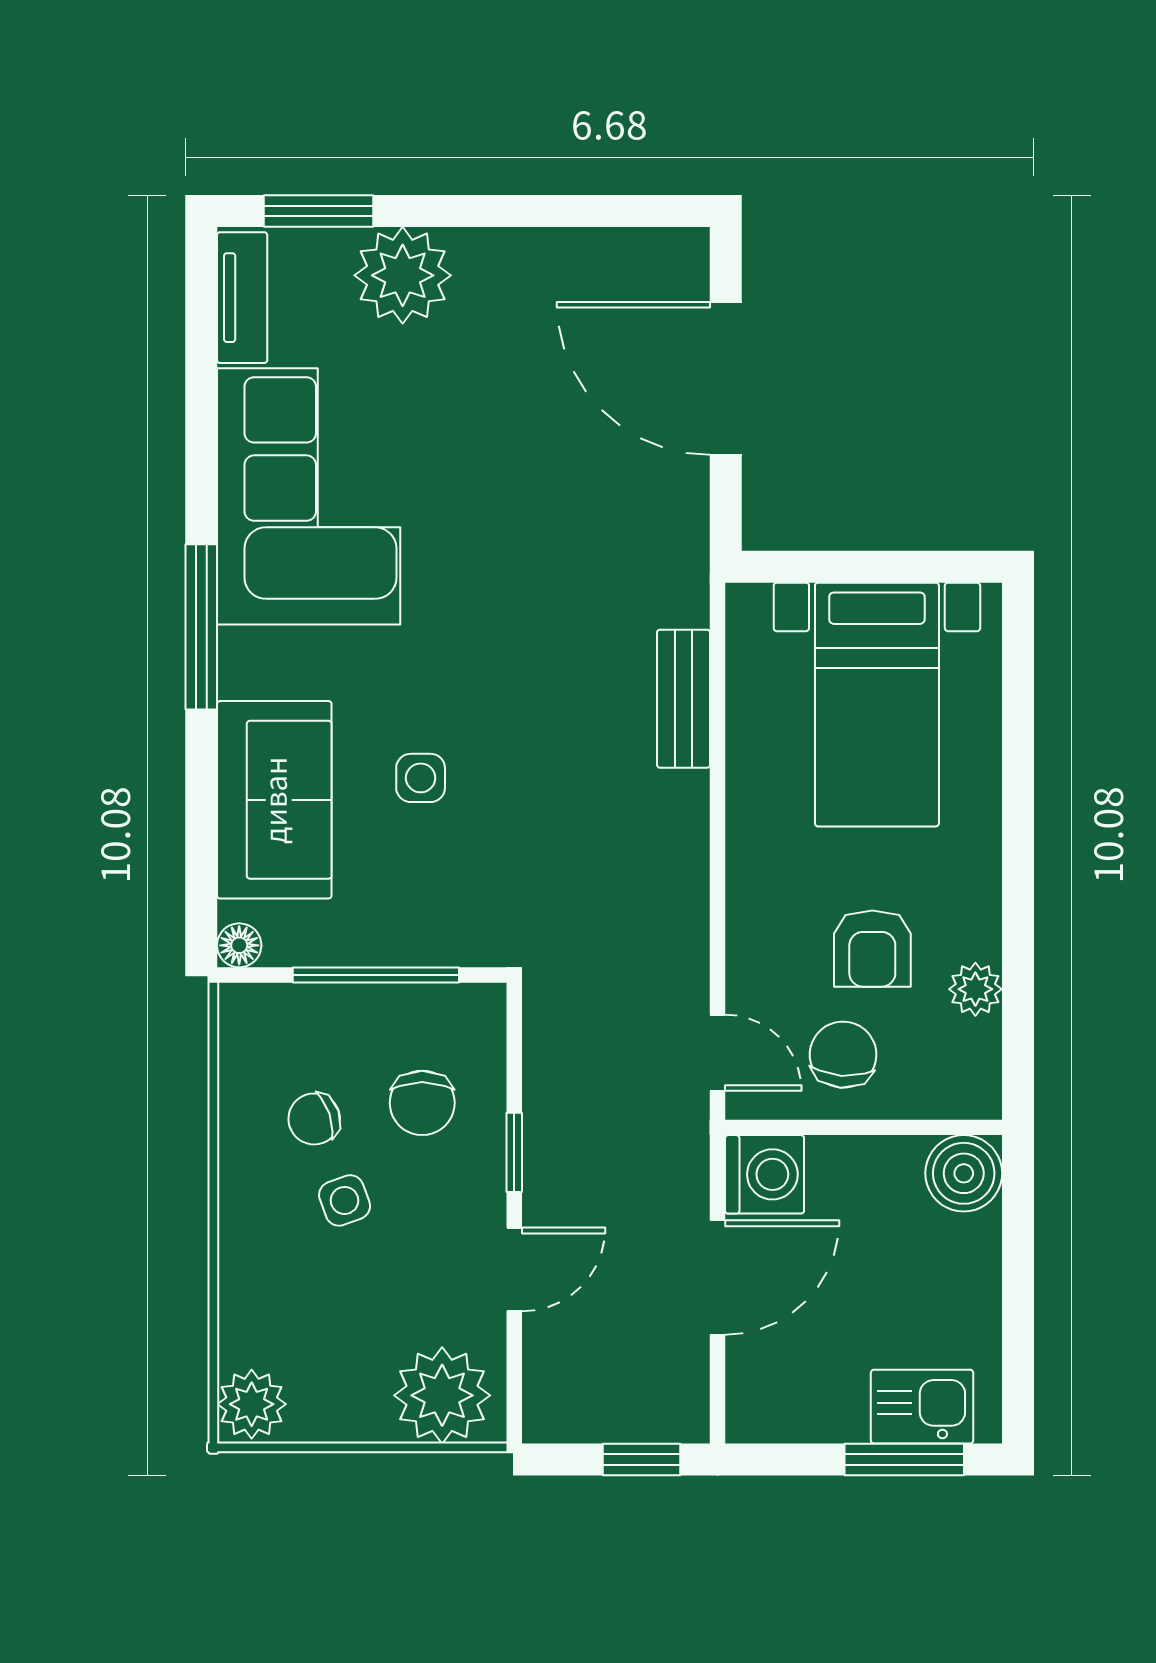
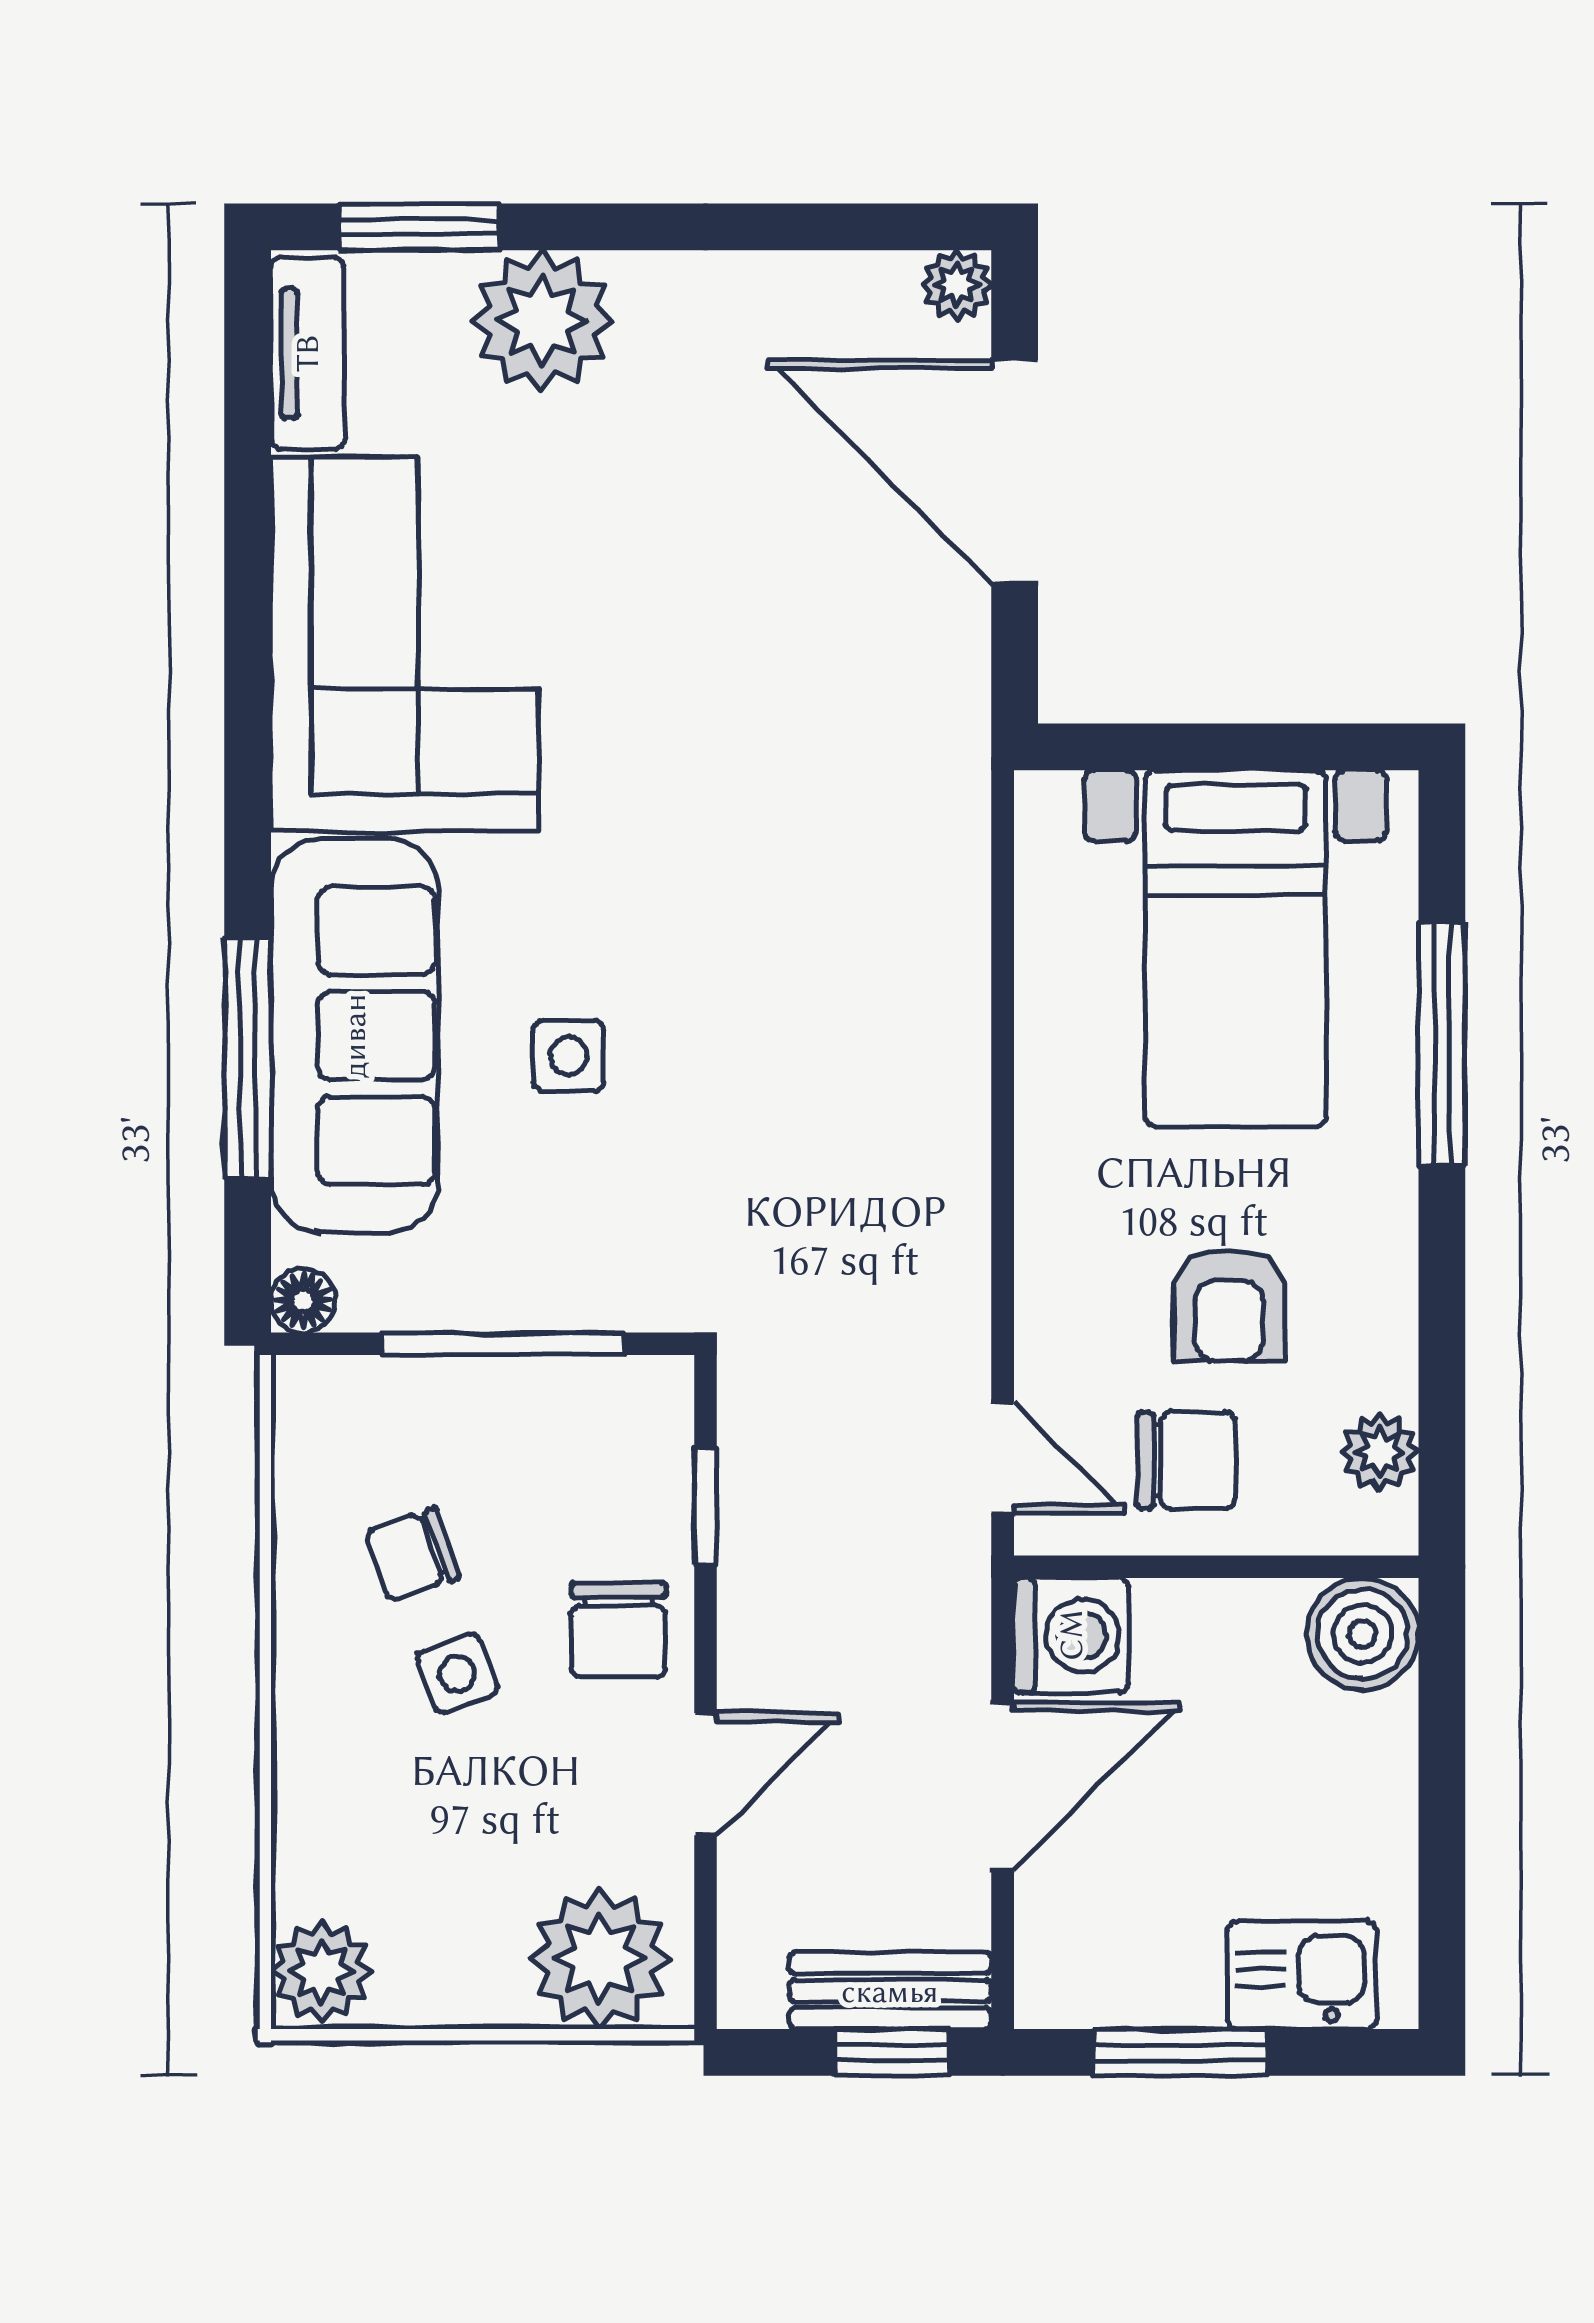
plant: (686, 251) -> (957, 285), added
window: (201, 627) -> (248, 1058), moved
bench: (684, 699) -> (890, 1991), moved, turned 90
window: (1018, 770) -> (1442, 1044), added
sofa: (274, 800) -> (354, 1036), width x1.36
plant: (975, 989) -> (1380, 1452), moved
chair: (843, 1055) -> (1186, 1460), turned 86
chair: (422, 1103) -> (618, 1630), moved
window: (514, 1152) -> (705, 1506), moved
window: (904, 1459) -> (1180, 2052), moved

